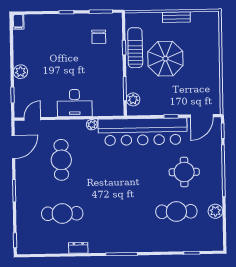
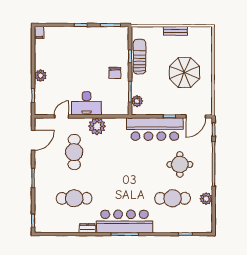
chair: (99, 37) -> (115, 73), moved
parasol: (165, 59) -> (184, 73), moved
door: (32, 119) -> (62, 116), moved
plant: (92, 125) -> (97, 126), width x1.88, depth x1.88
bar counter: (143, 132) -> (155, 129), width x0.73
bar counter: (121, 239) -> (125, 221), added

